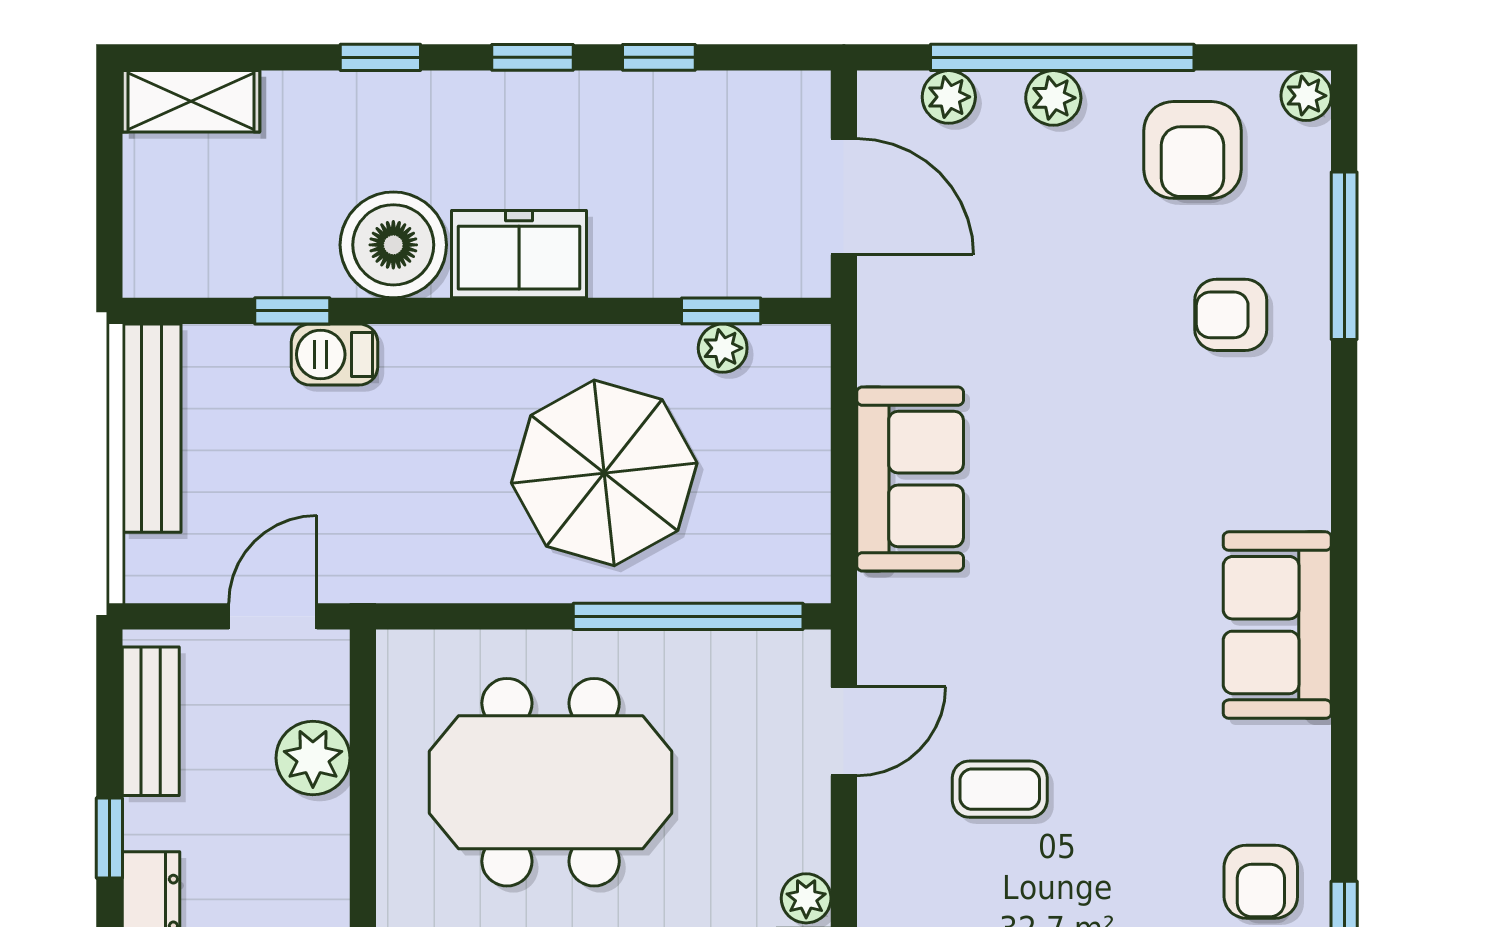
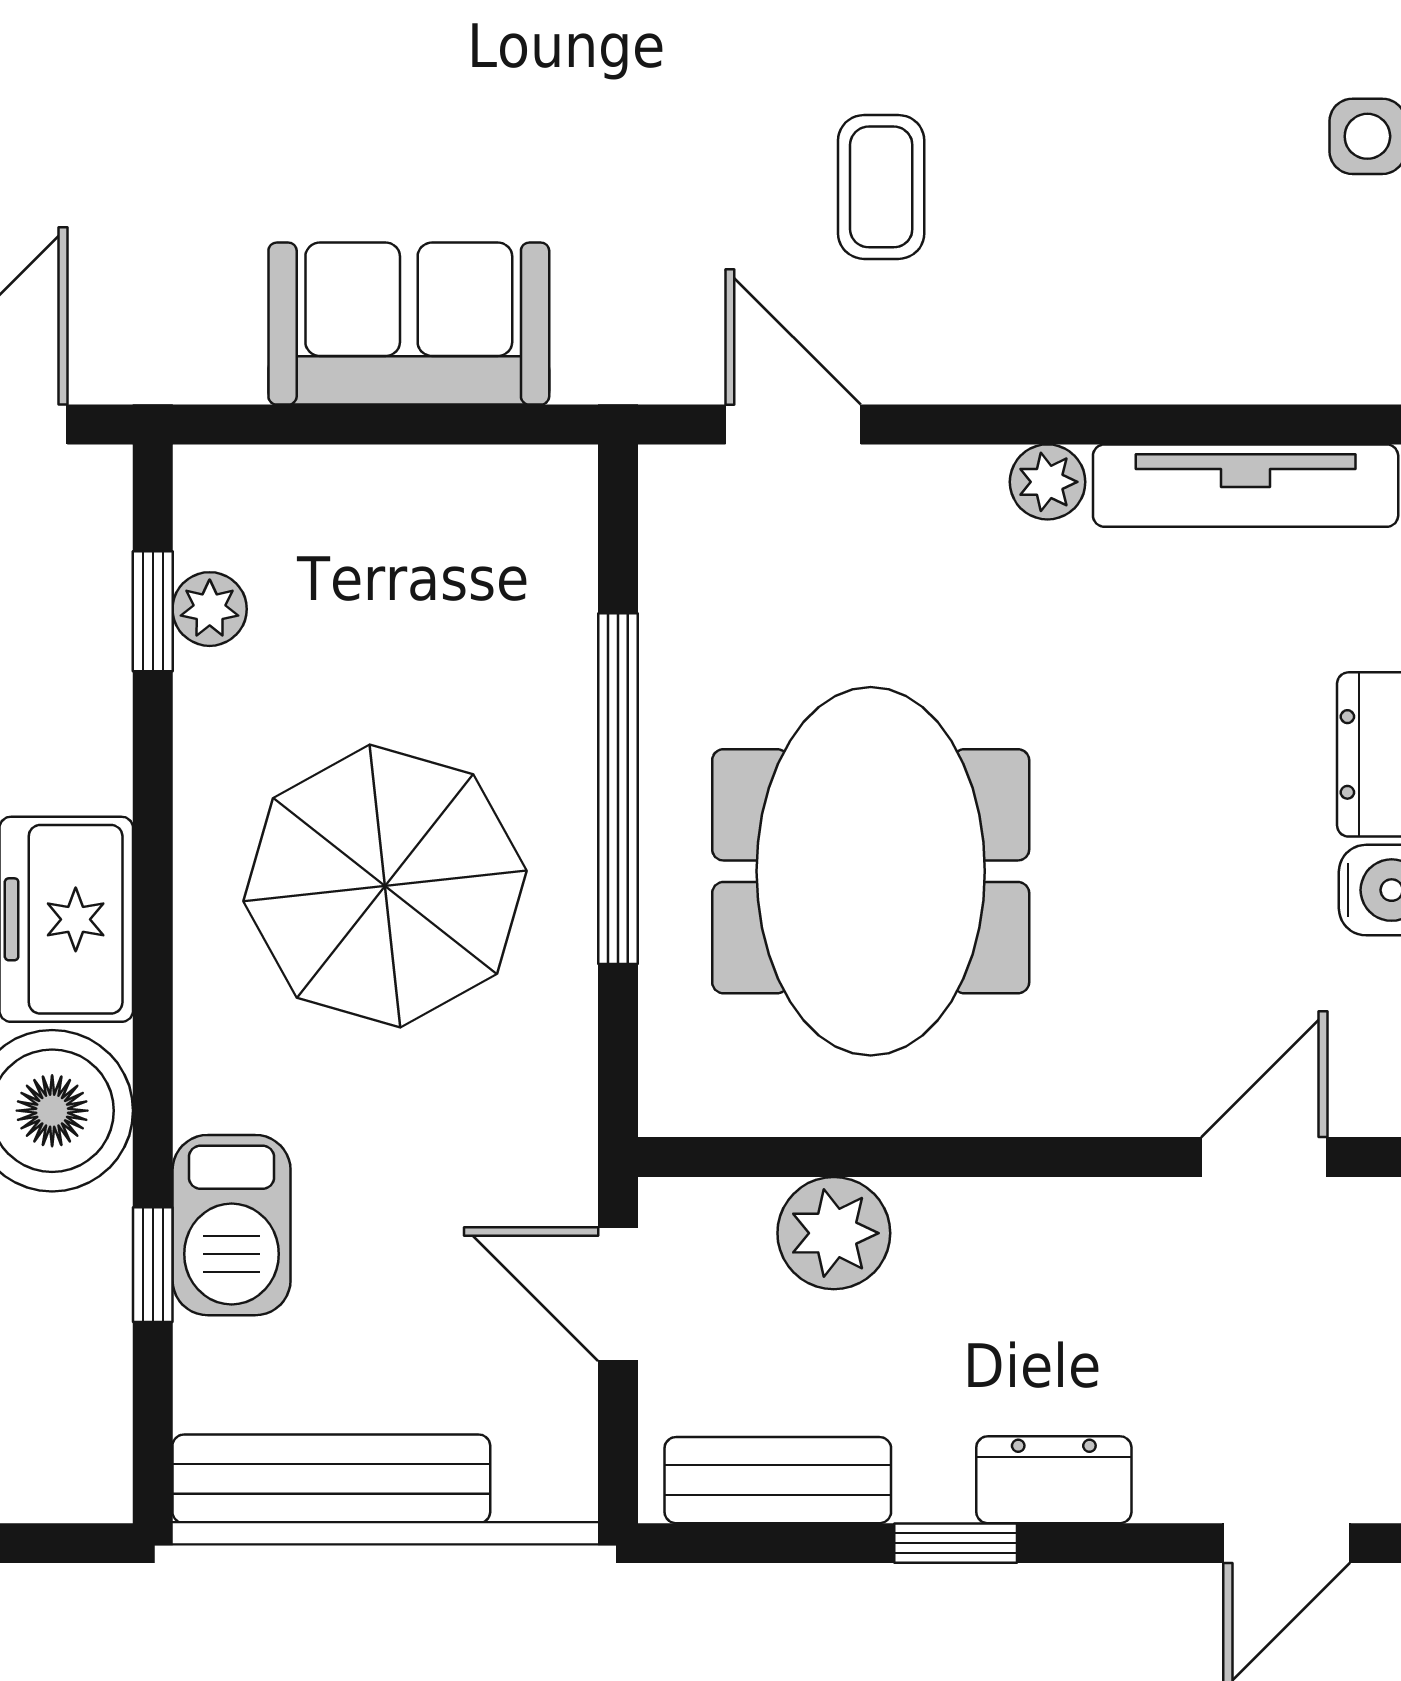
barbecue: (334, 354) -> (232, 1225), width x1.38, depth x1.27
parasol: (604, 473) -> (385, 886), moved
window: (688, 616) -> (618, 789), moved

